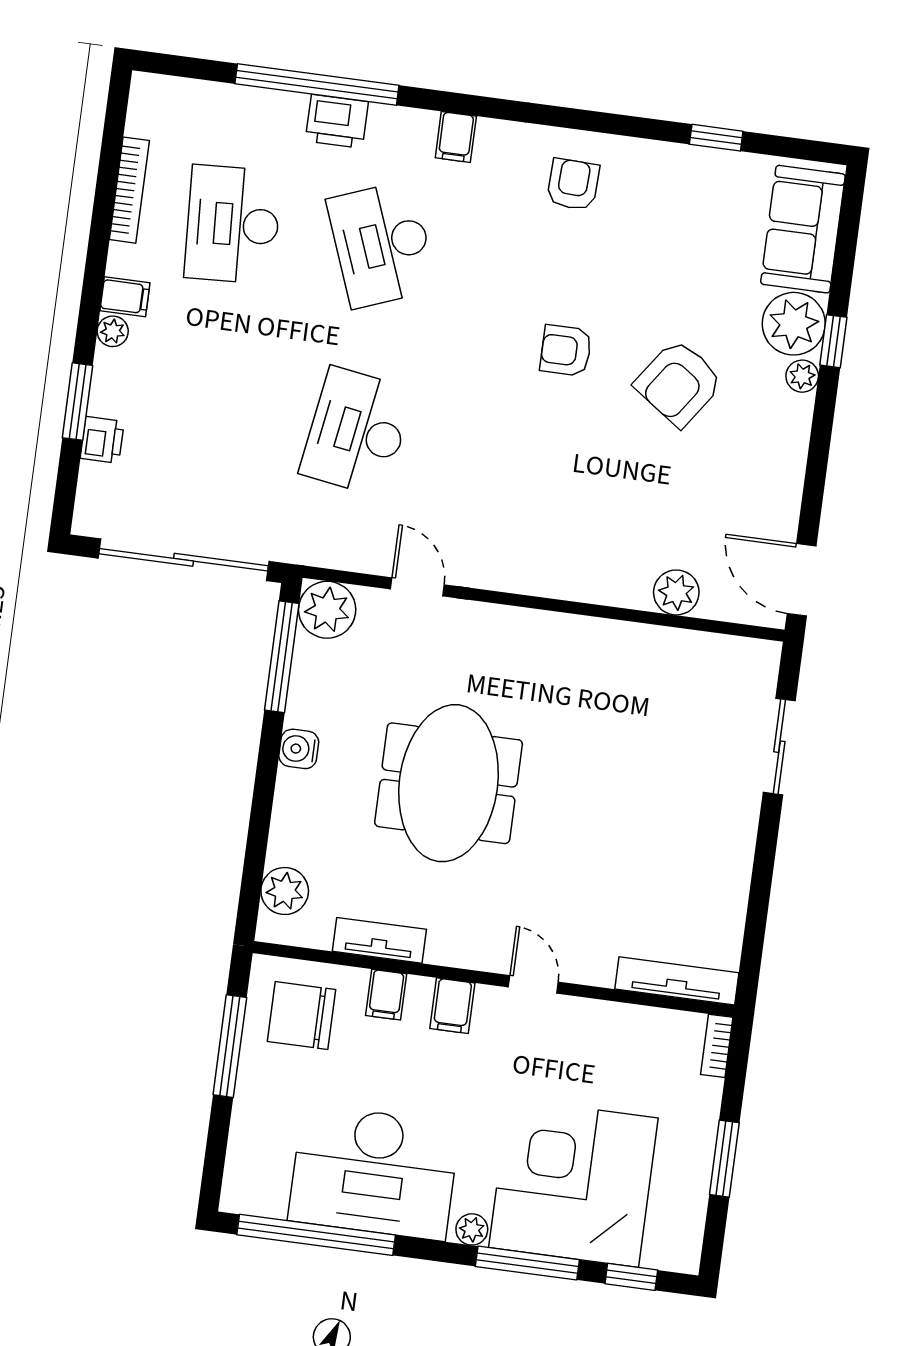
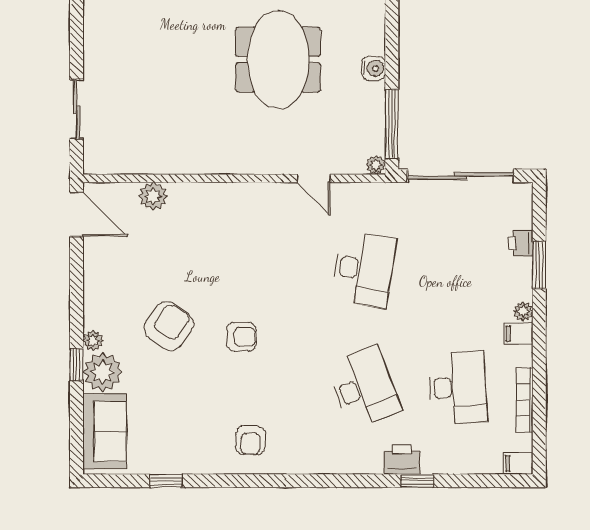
window: (317, 84) -> (417, 481), width x0.32
filing cabinet: (456, 137) -> (518, 463), moved, turned -90
plant: (327, 610) -> (376, 165), width x0.53, depth x0.53

